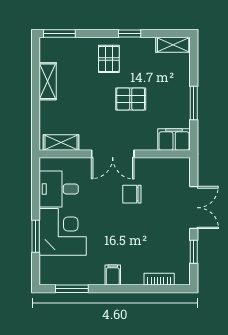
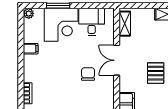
filing cabinet: (113, 275) -> (31, 49), moved
plant: (47, 278) -> (29, 13), added
window: (72, 289) -> (21, 31), removed

